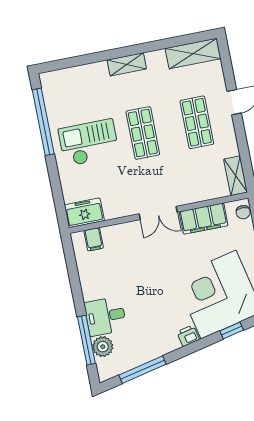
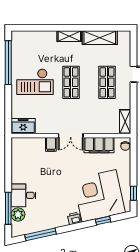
shelving: (193, 54) -> (100, 38), moved
checkout: (89, 143) -> (35, 82), turned 180
filing cabinet: (94, 239) -> (51, 144), moved

